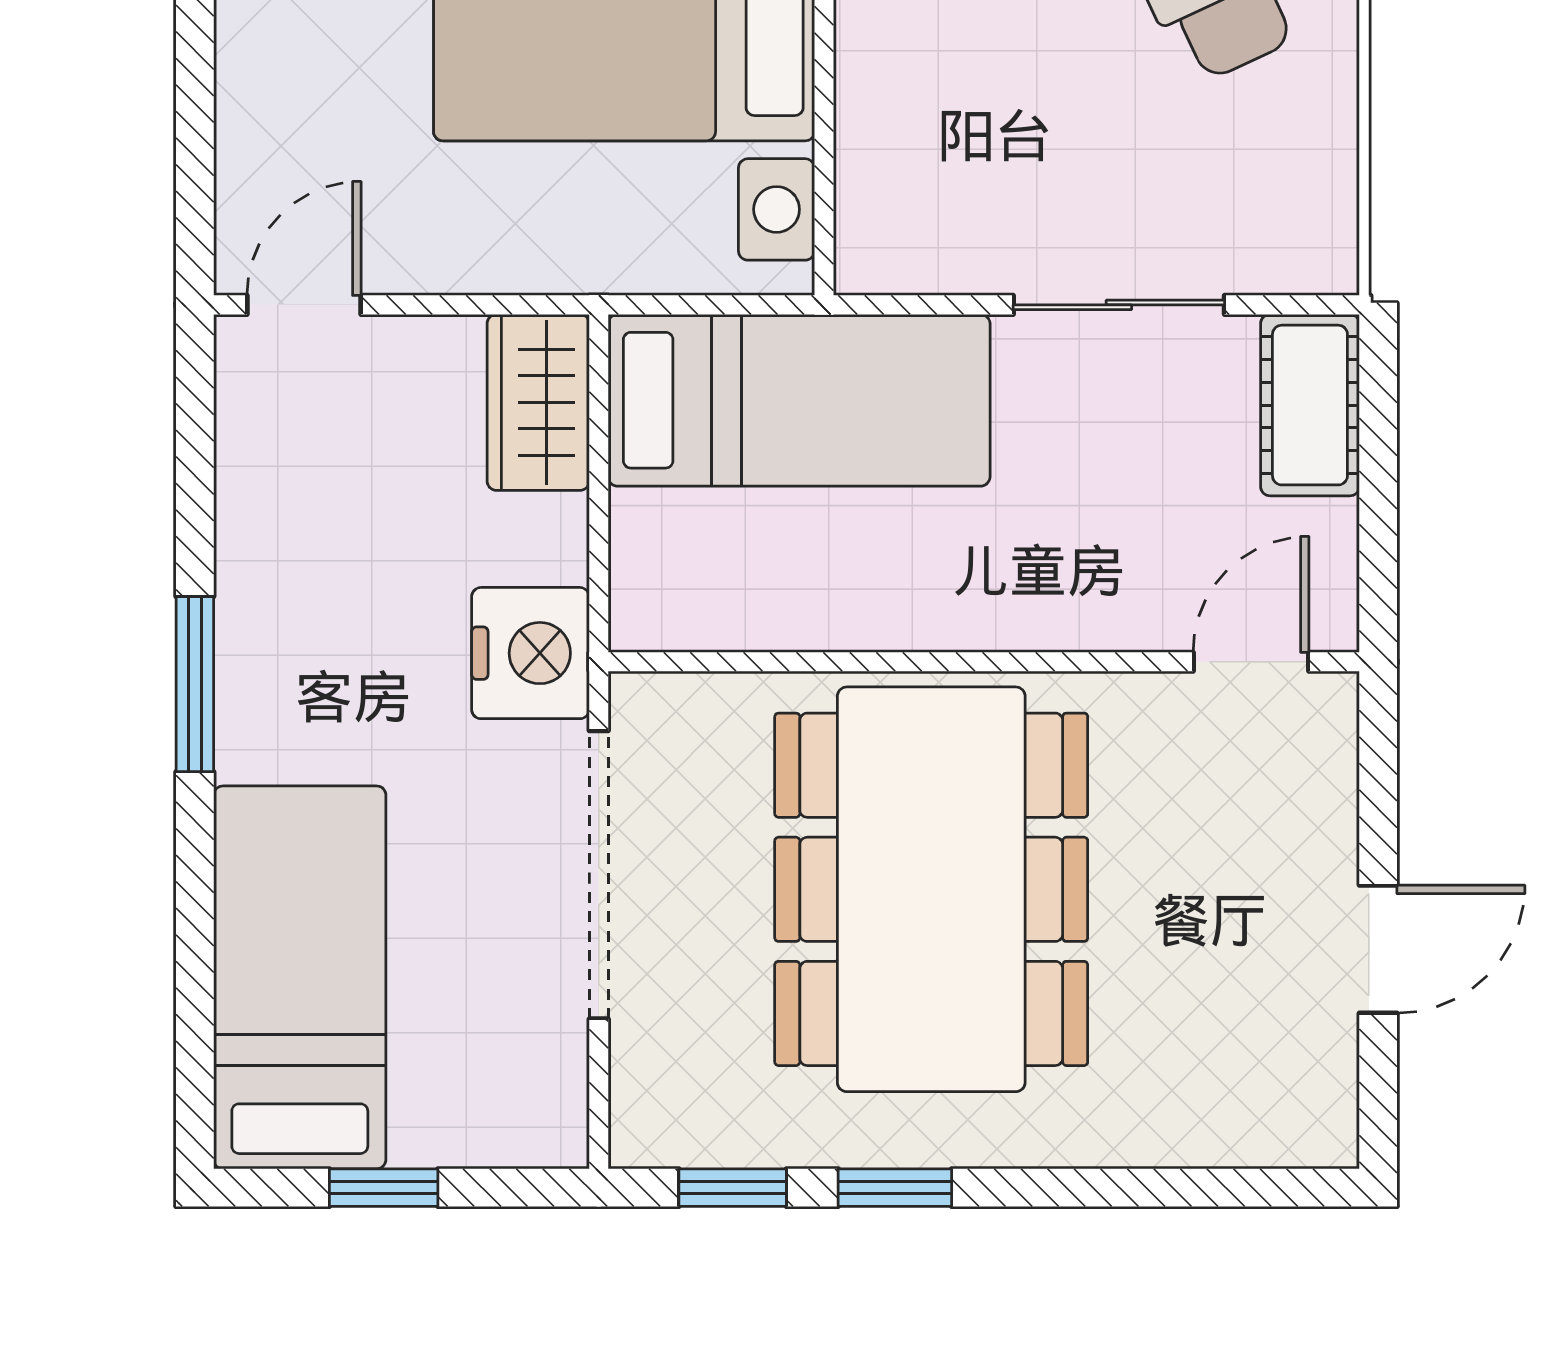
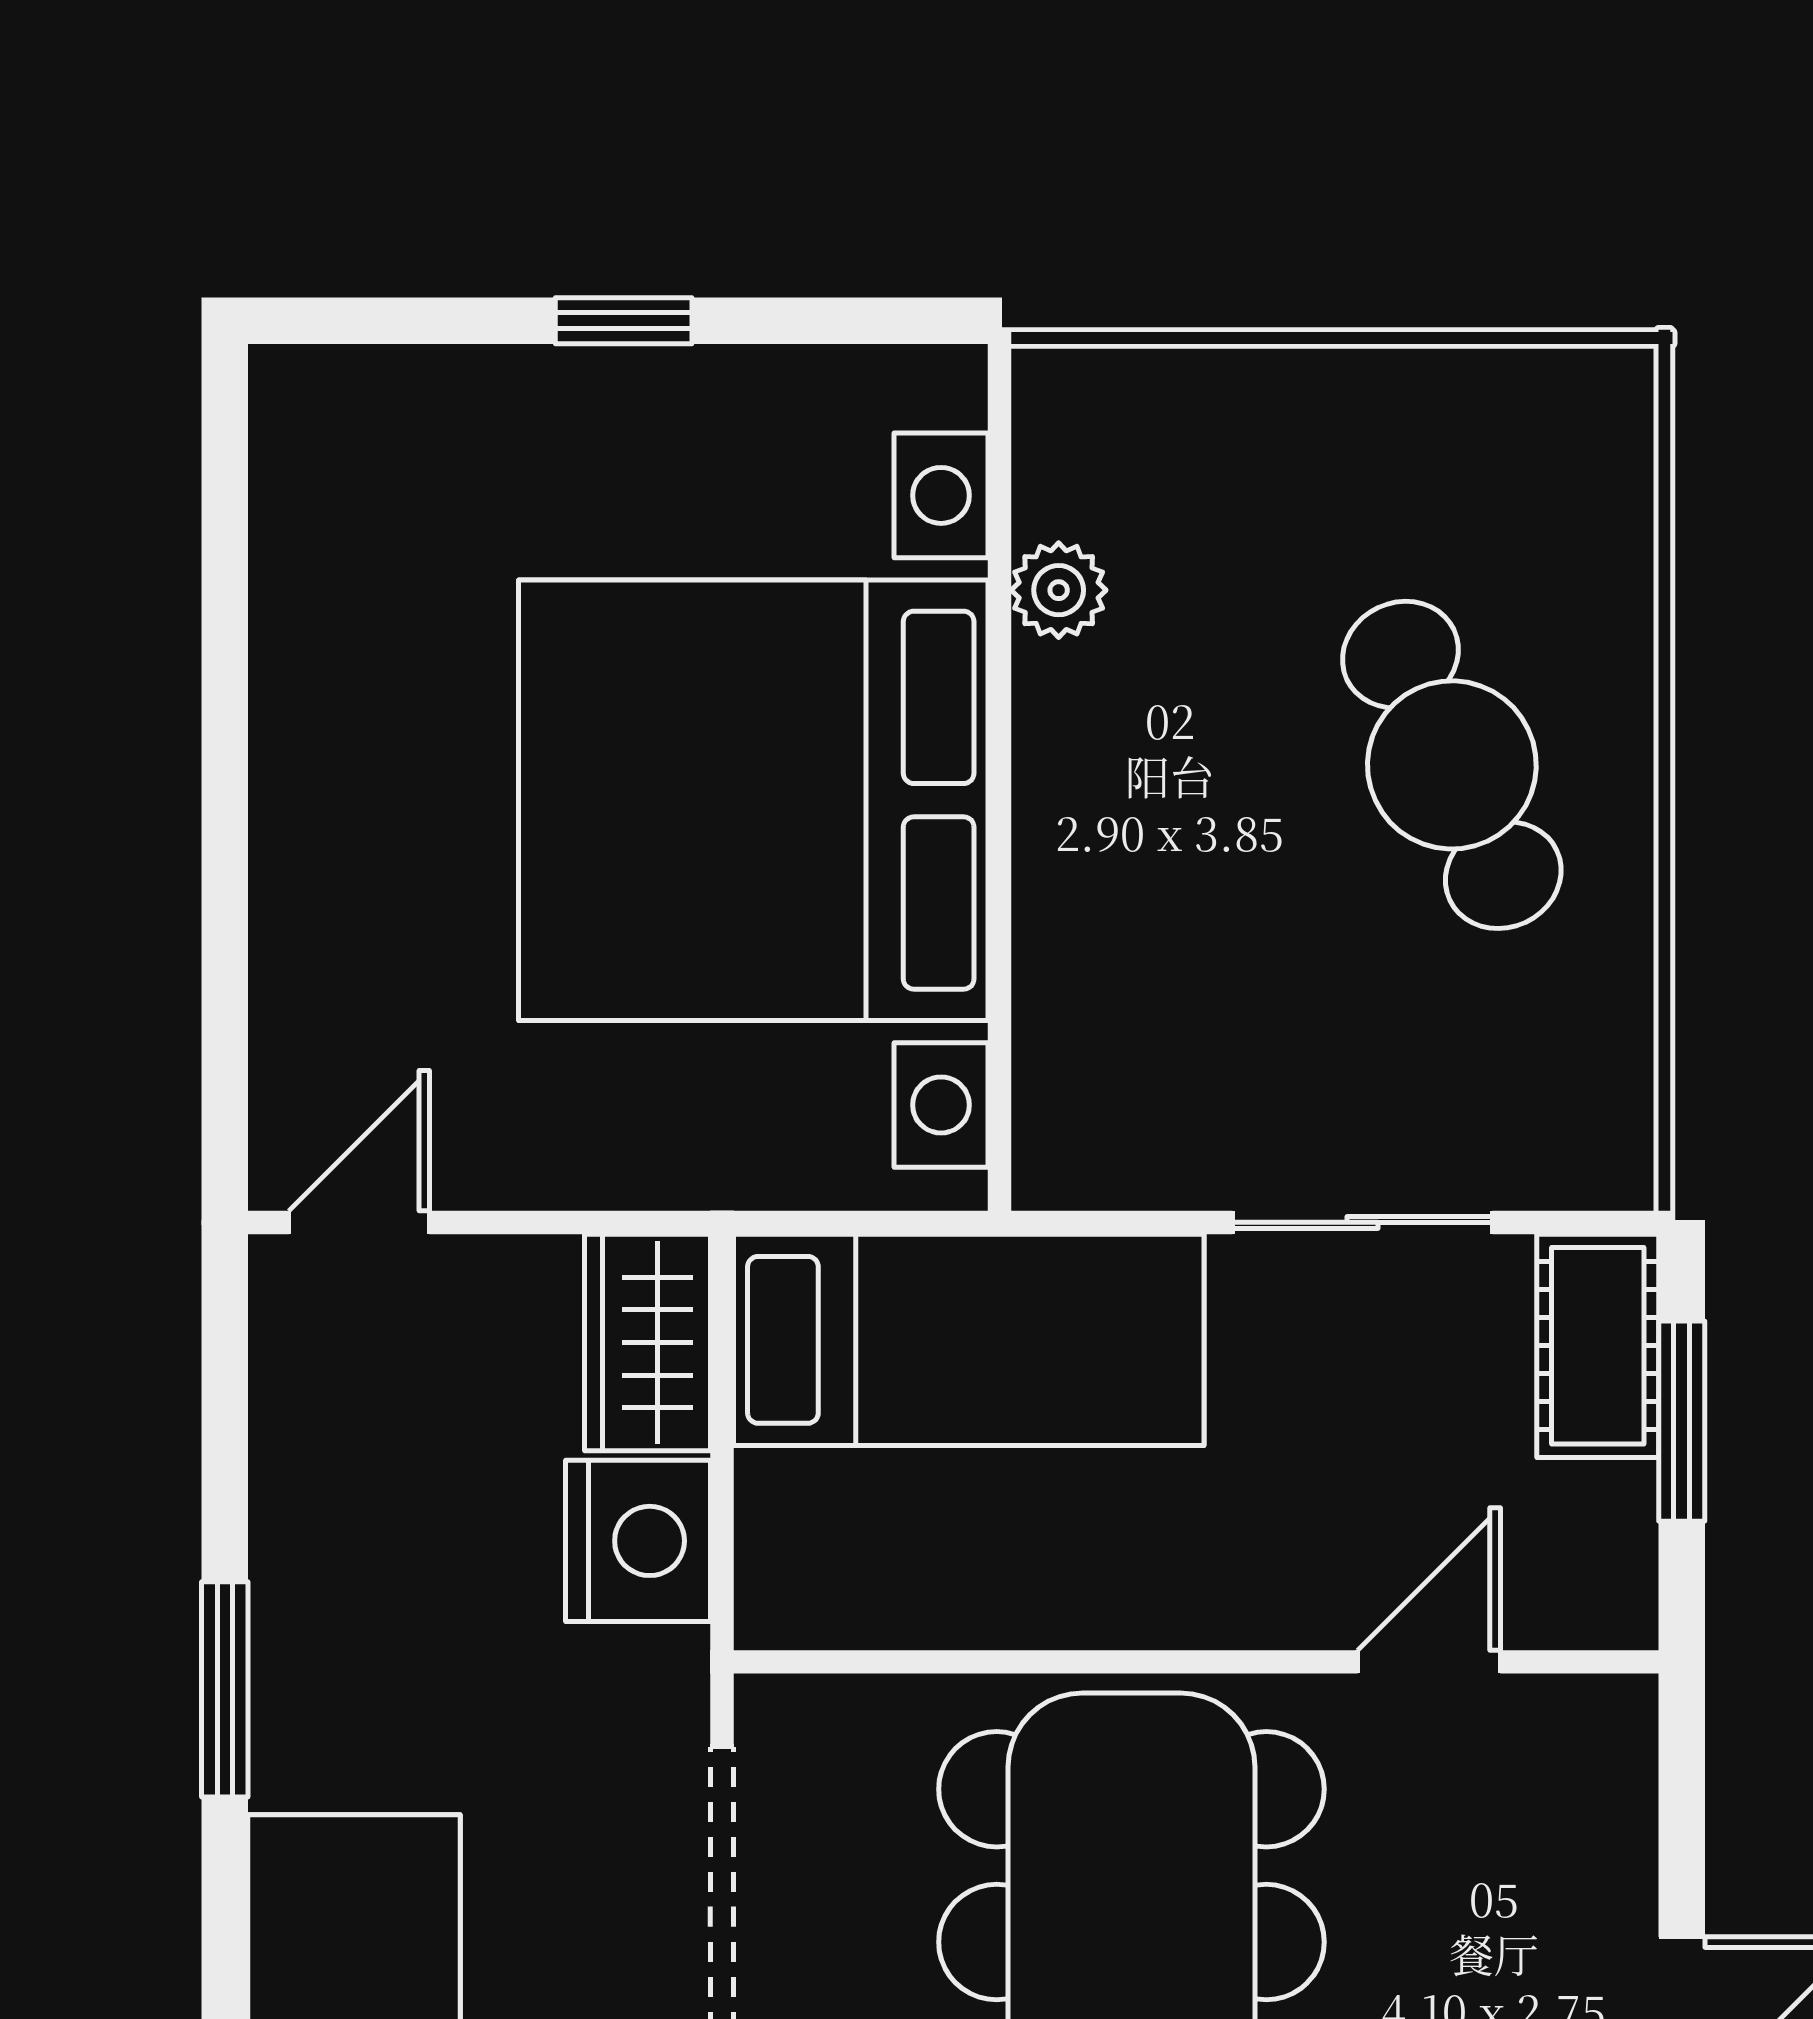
window: (1378, 466) -> (1682, 1421), added
nightstand: (530, 653) -> (638, 1541), moved
door: (1251, 662) -> (1429, 1662), moved

